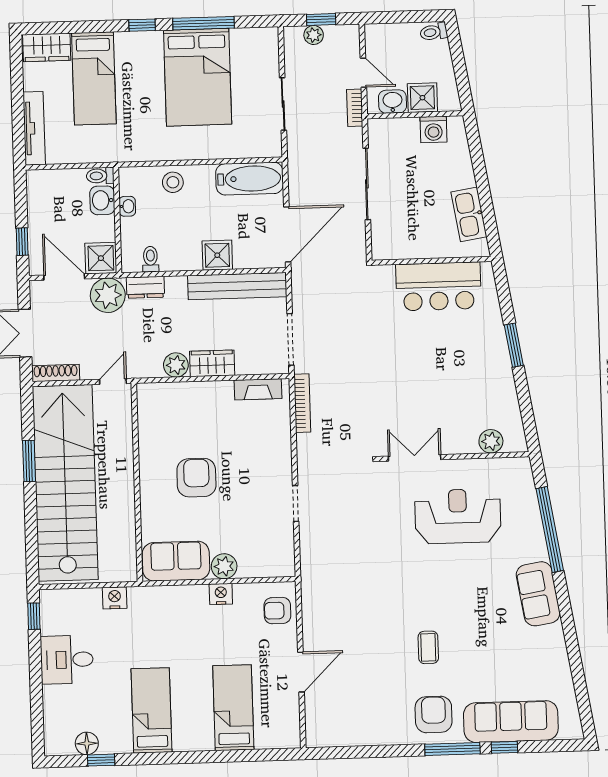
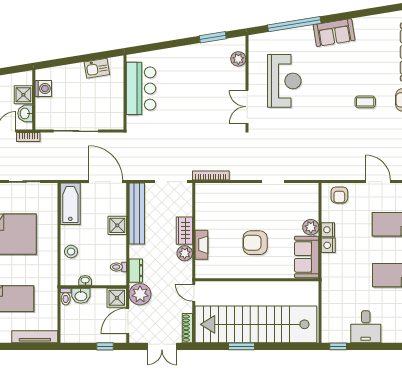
kitchen sink: (469, 214) -> (97, 68), width x0.73
window: (514, 345) -> (213, 37), moved
fireplace: (258, 389) -> (201, 245), moved
reception desk: (458, 516) -> (284, 81), turned 180
nightstand: (115, 598) -> (328, 245), moved

